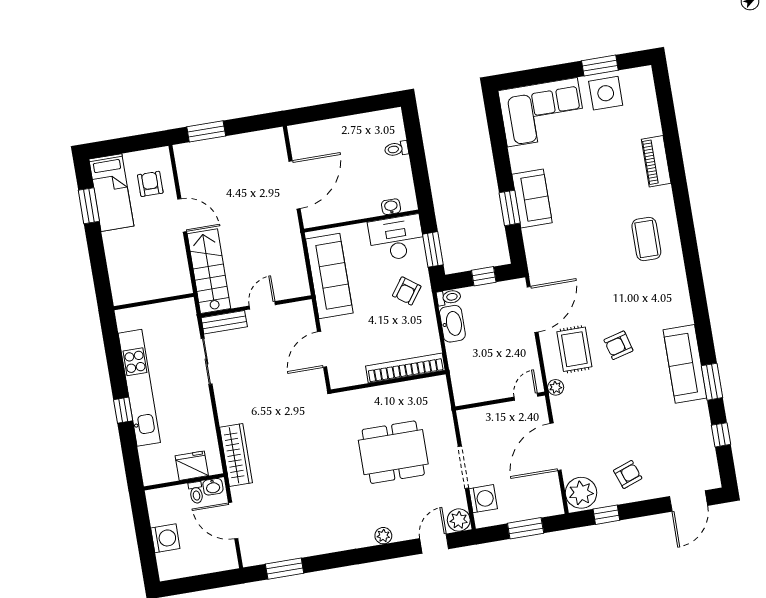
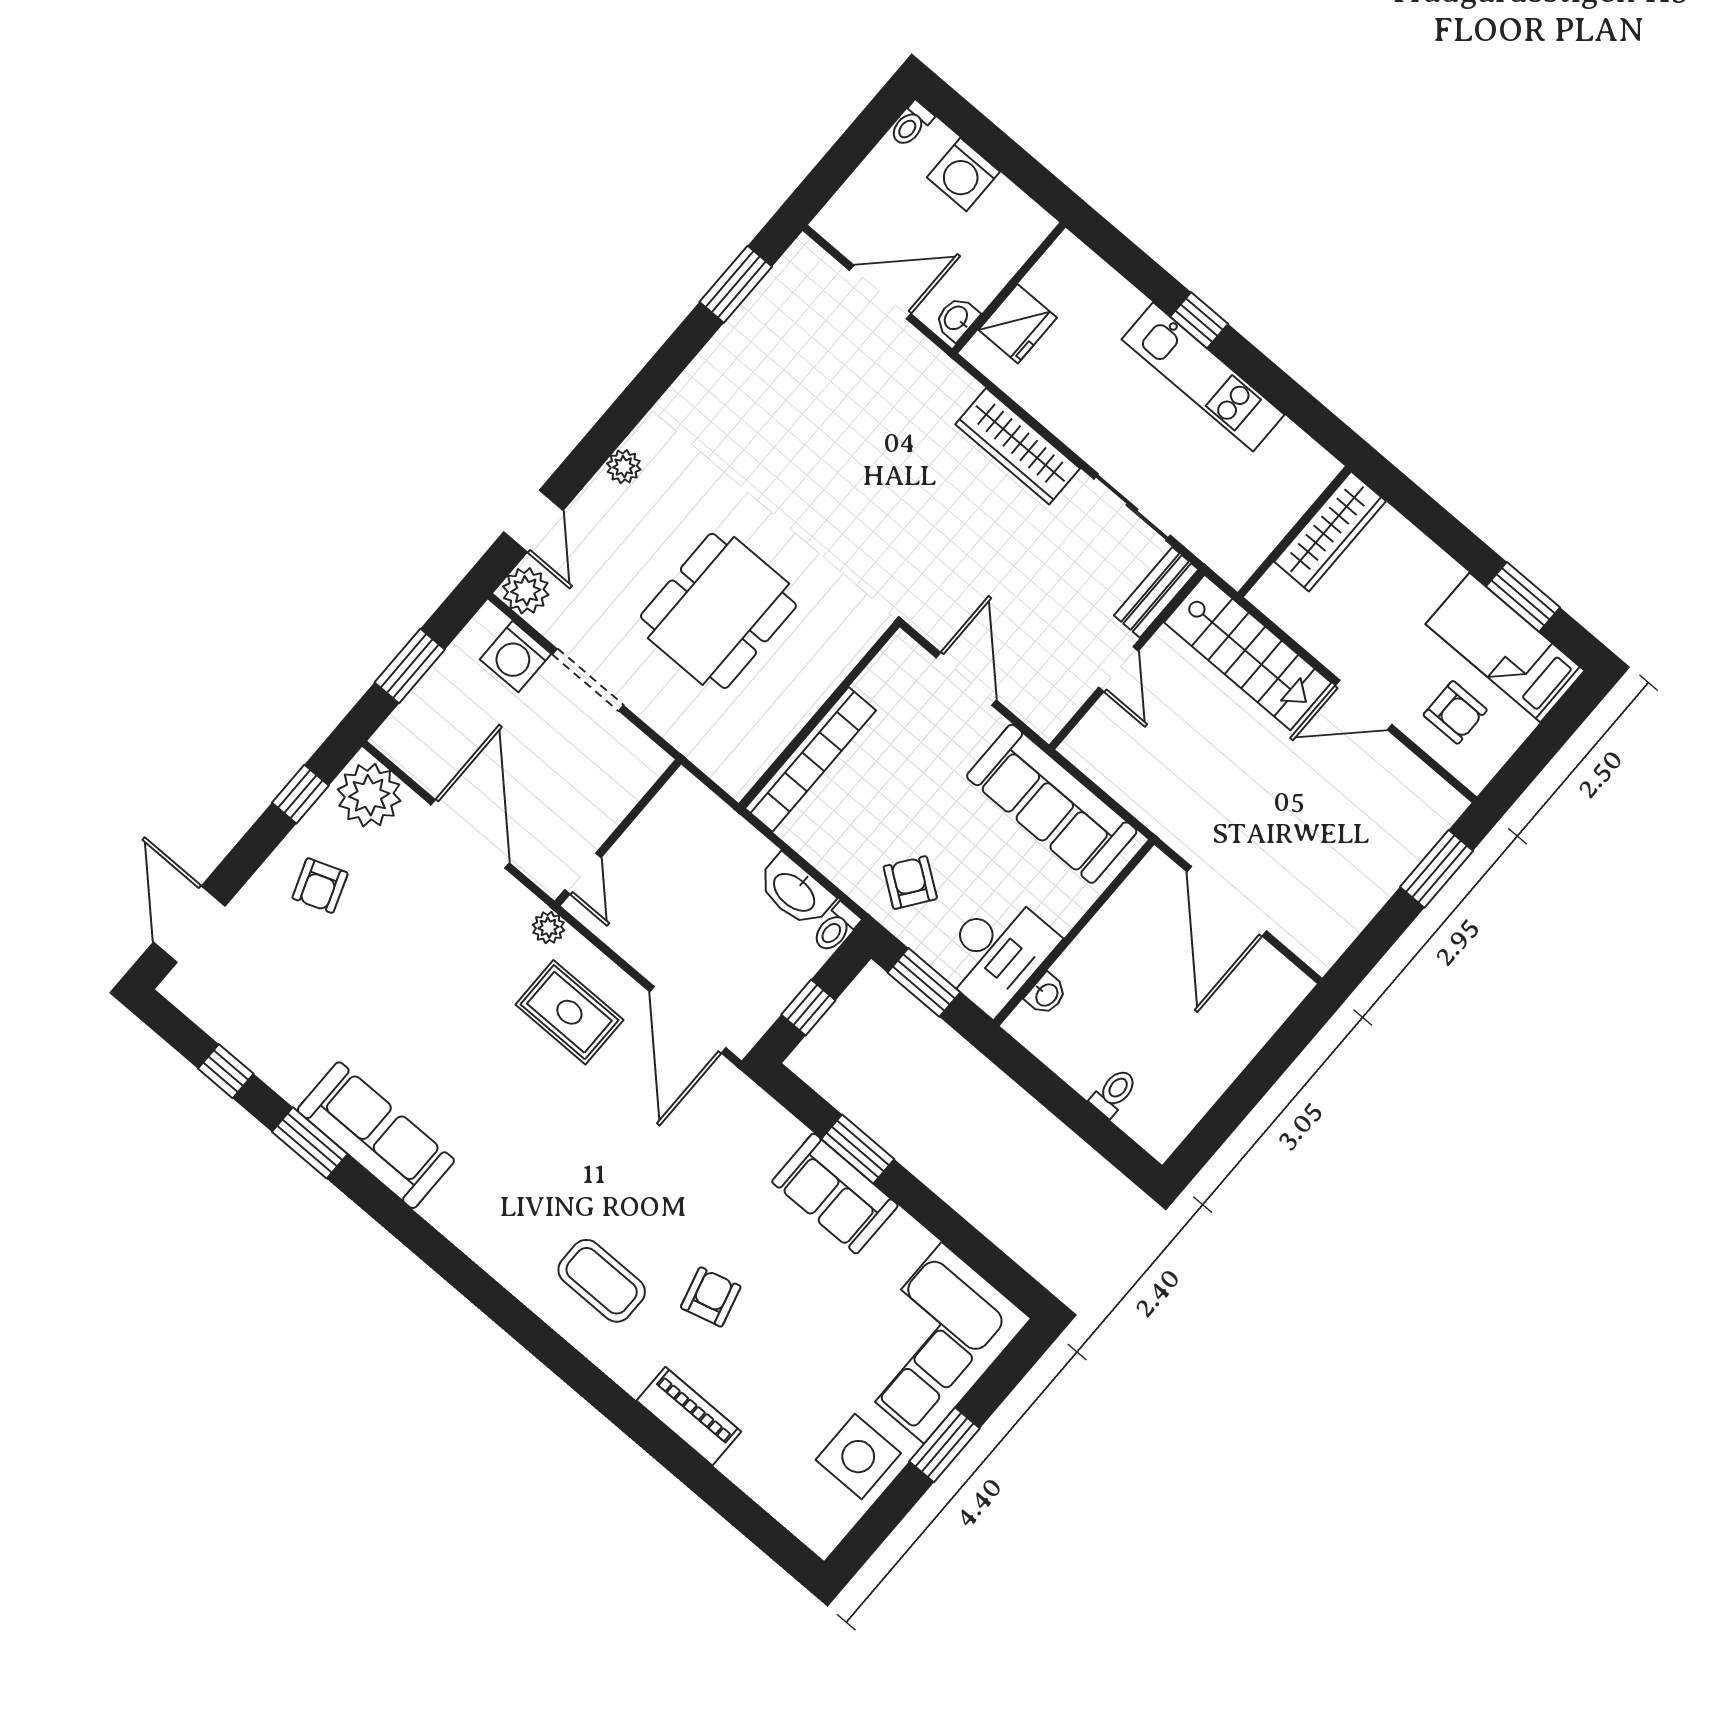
window: (600, 66) -> (944, 1445), moved
wardrobe: (140, 290) -> (1330, 531), added
armchair: (618, 345) -> (711, 1297), moved
kitchen unit: (139, 388) -> (1203, 377), width x0.73
wardrobe: (236, 455) -> (1018, 446), moved
toilet: (196, 493) -> (911, 124), moved, turned -90

